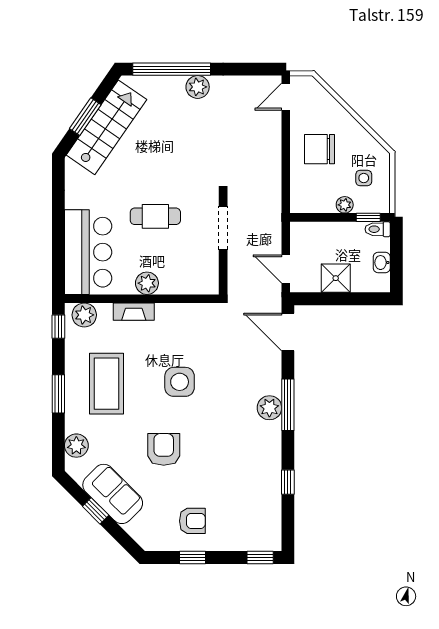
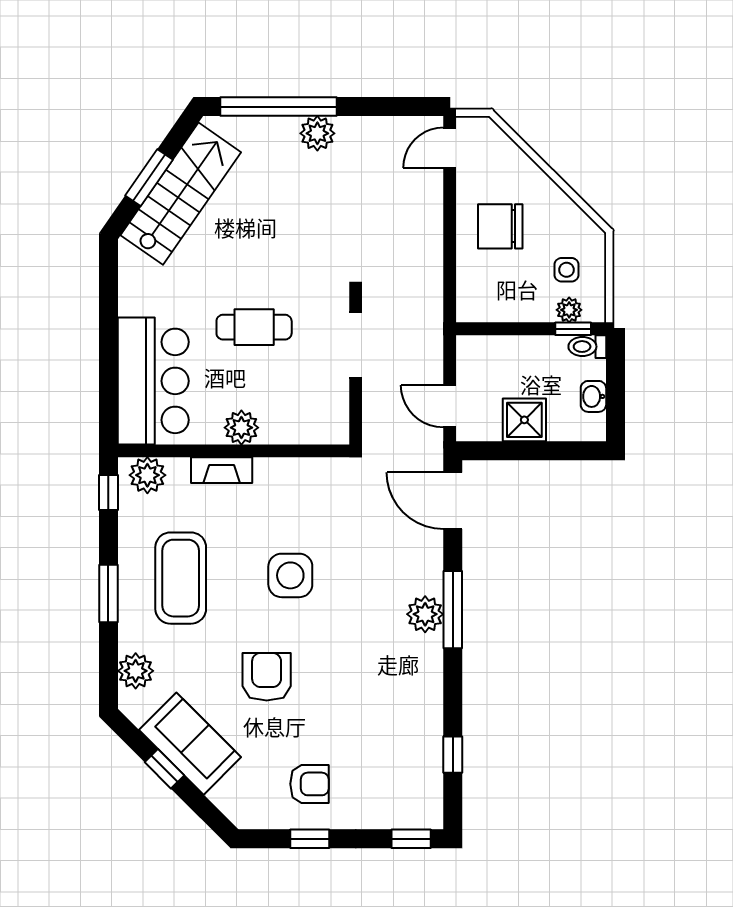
plant: (345, 205) -> (569, 310), moved
window: (288, 482) -> (453, 755), moved

